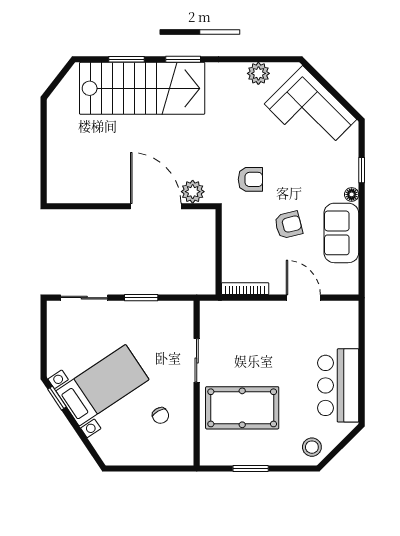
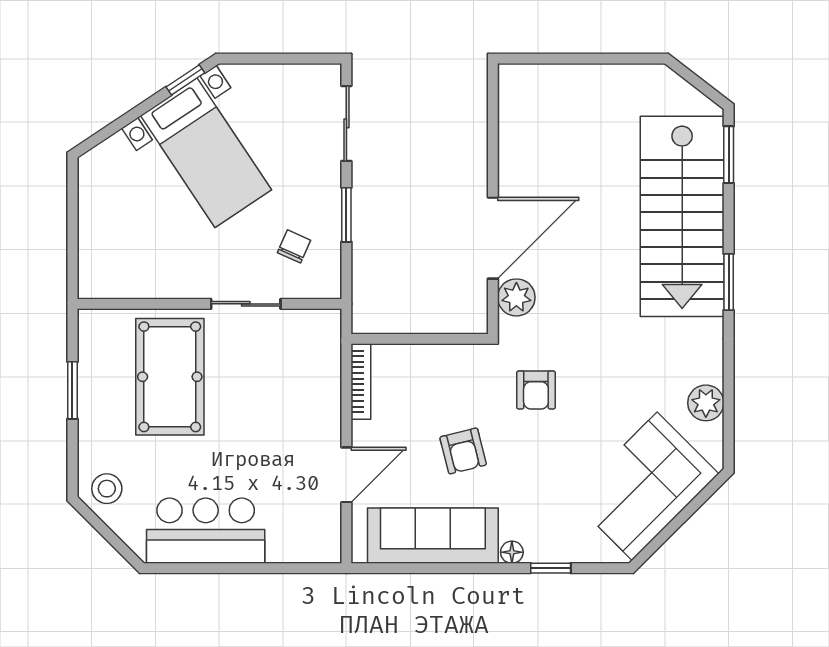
window: (126, 59) -> (729, 155), moved
sofa: (341, 233) -> (433, 536), width x1.36
chair: (161, 415) -> (294, 246), moved, turned 143

